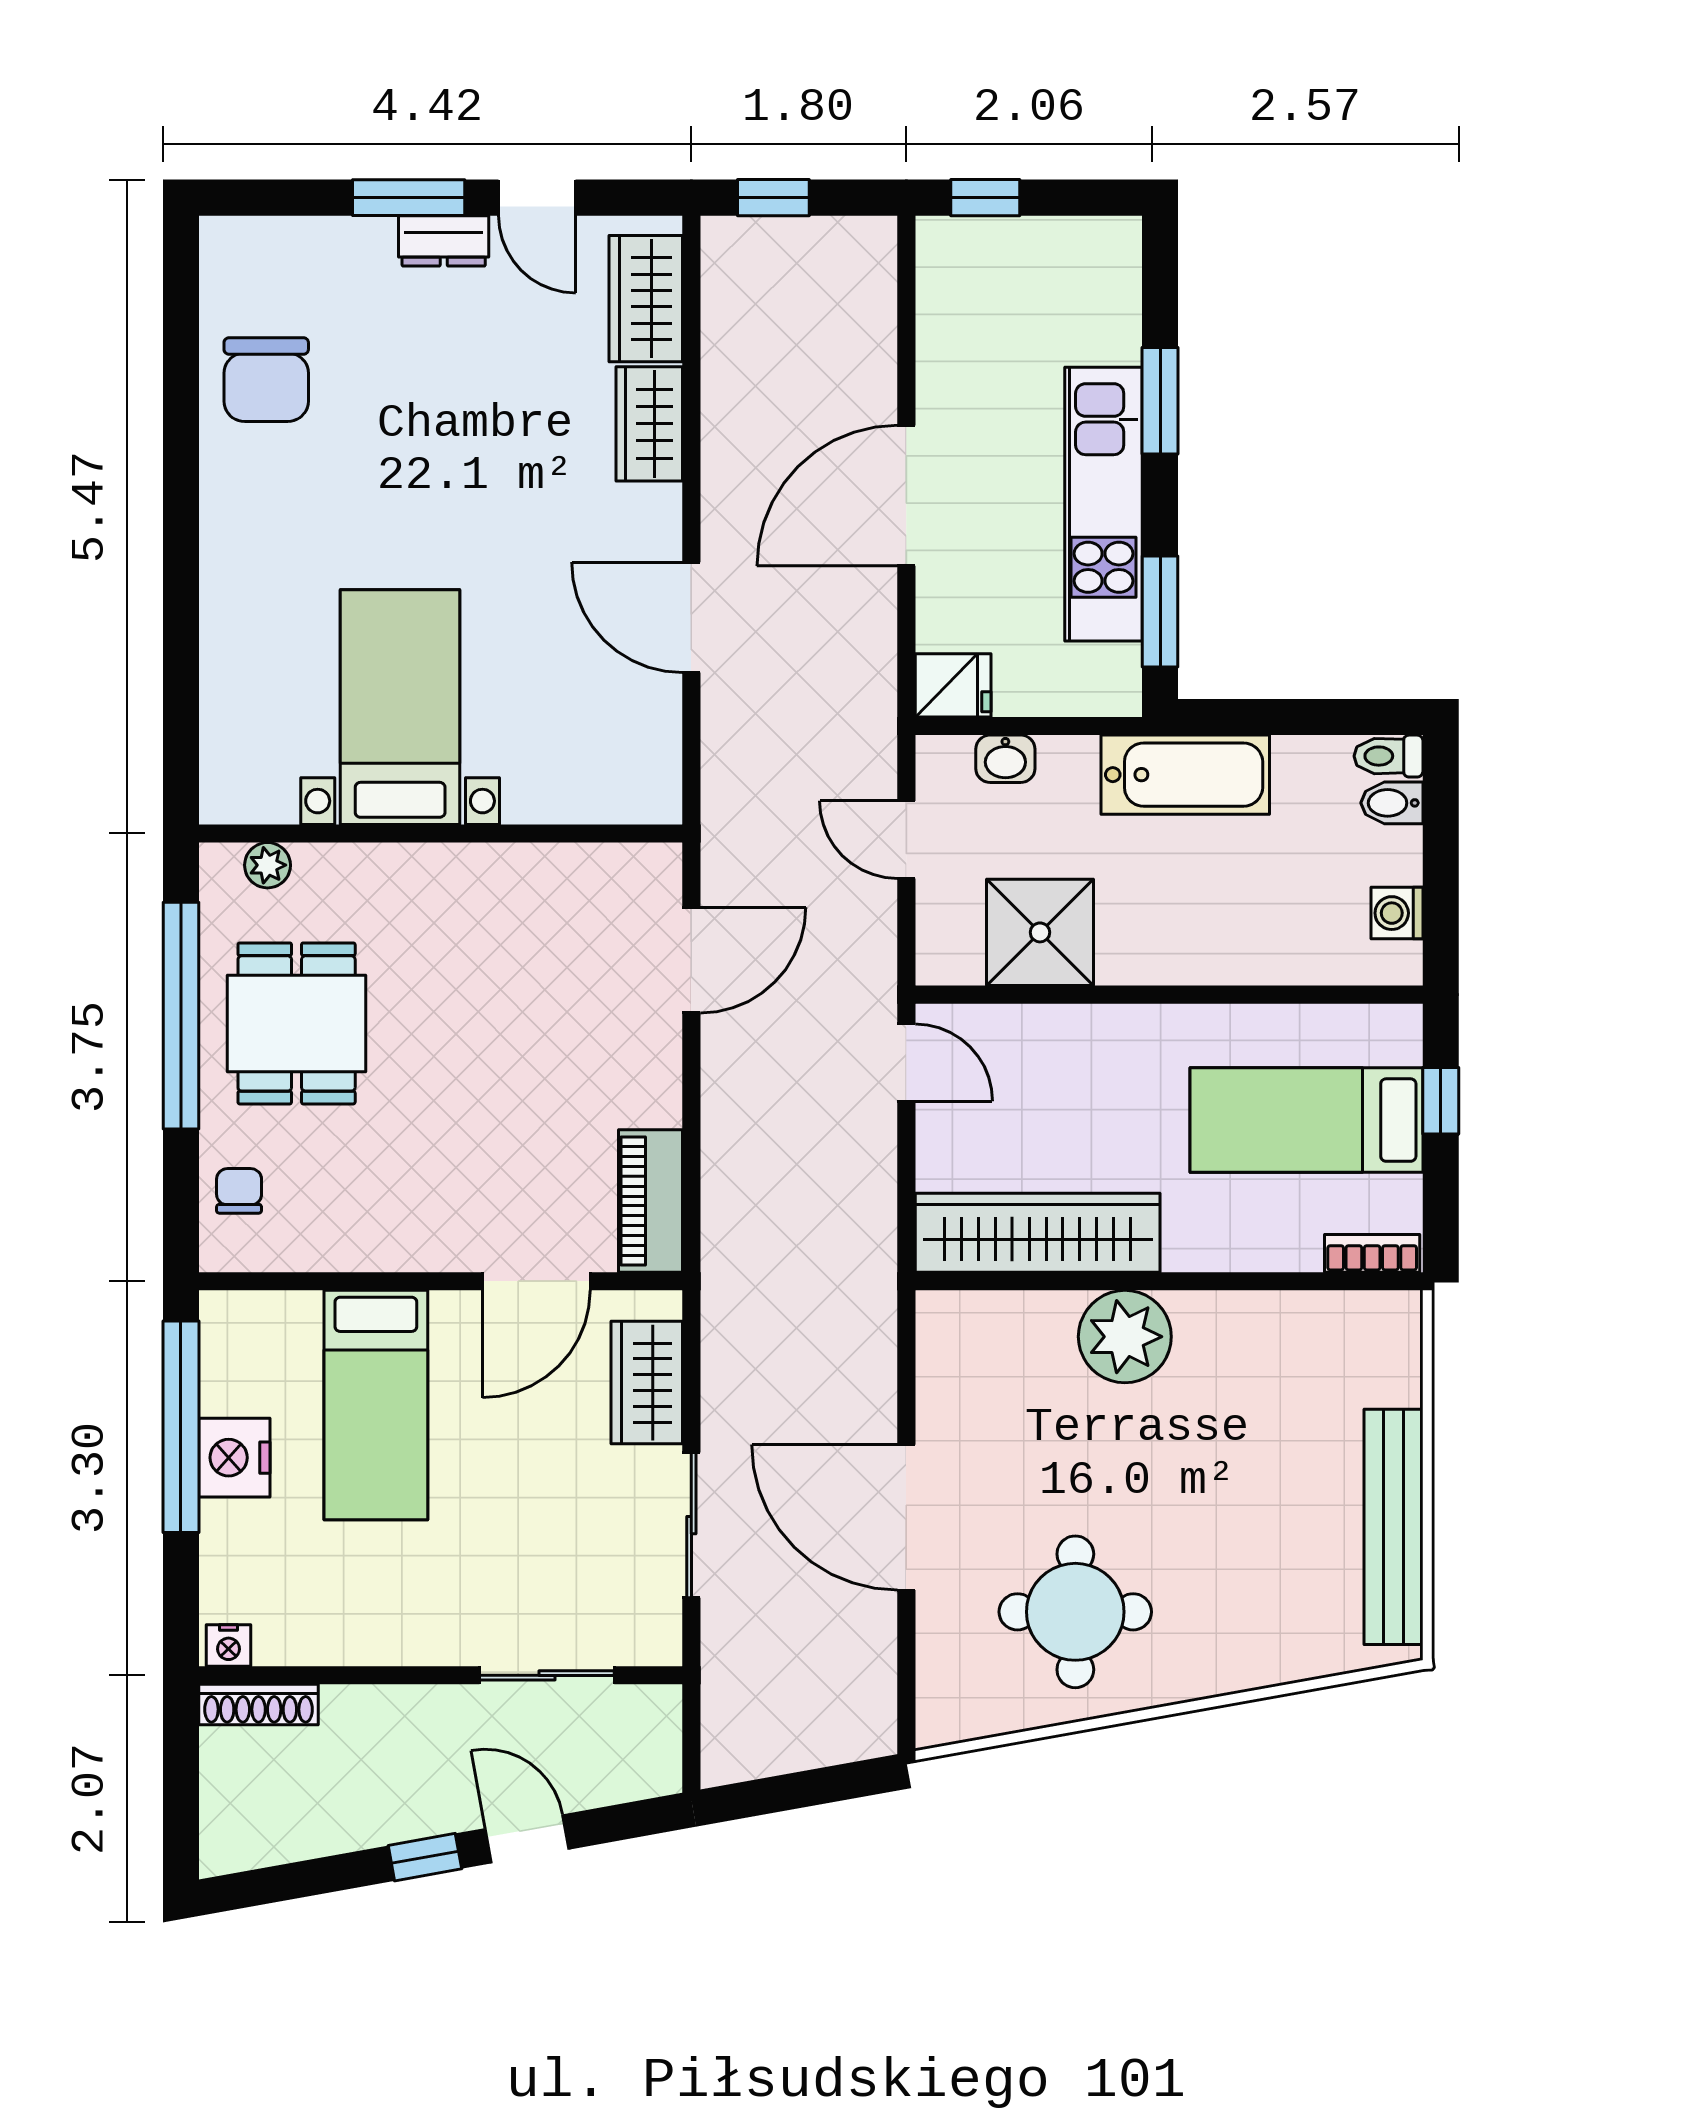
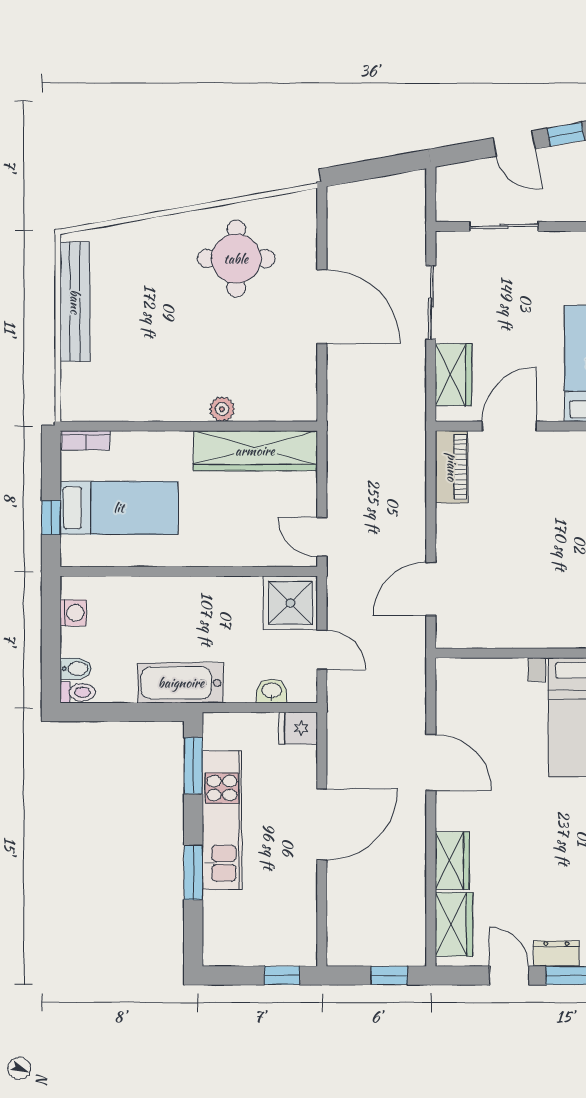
shower: (1040, 932) -> (290, 603), moved
plant: (1125, 1337) -> (222, 409), width x0.53, depth x0.53

